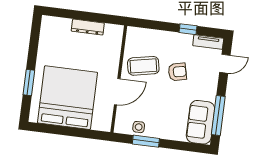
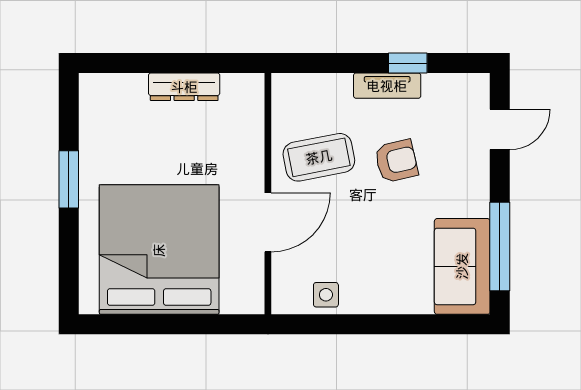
tv unit: (208, 42) -> (387, 86), moved
window: (29, 82) -> (69, 179), moved
window: (146, 141) -> (346, 324), removed

